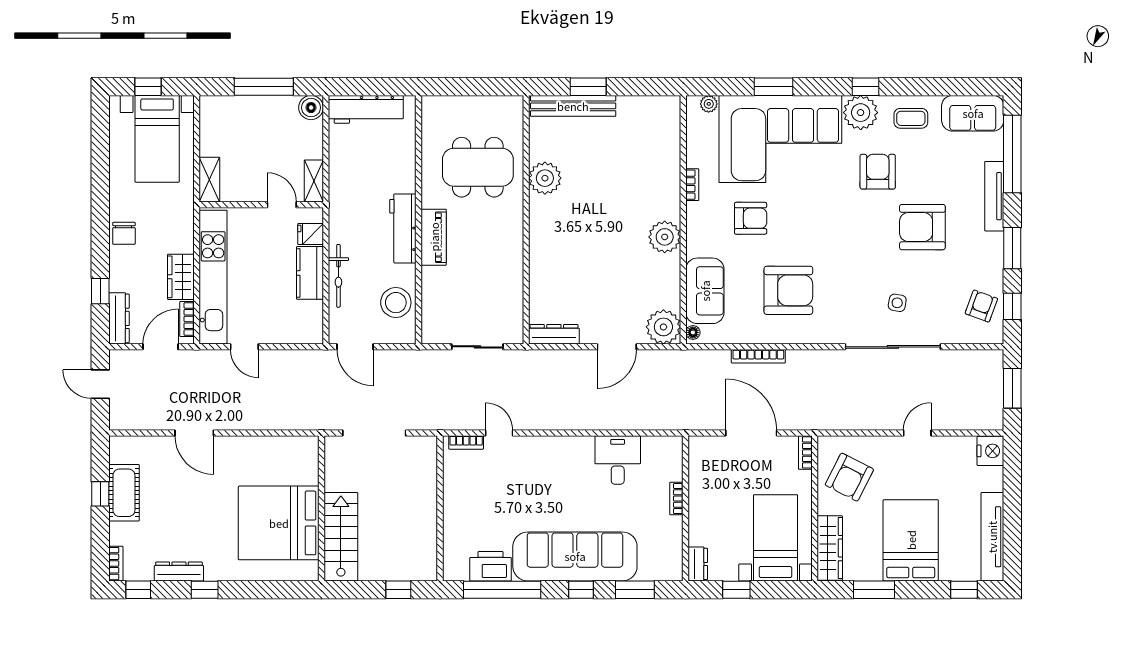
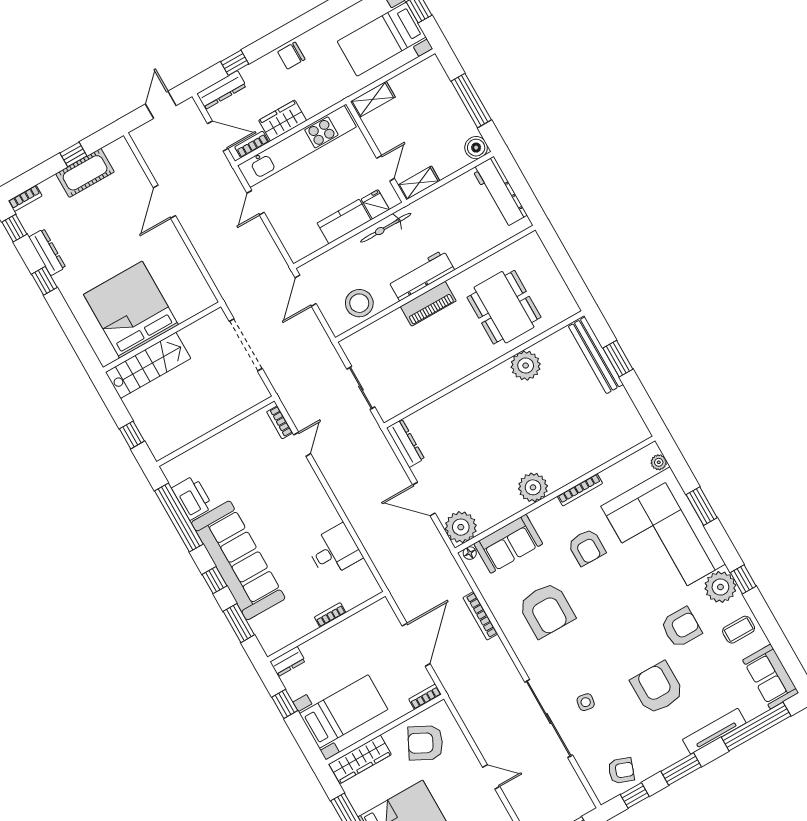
coffee table: (911, 118) -> (739, 630), turned 90
bookcase: (692, 185) -> (580, 490), width x1.56
bicycle: (338, 276) -> (386, 228), moved

